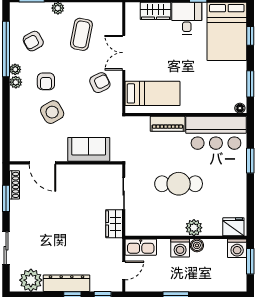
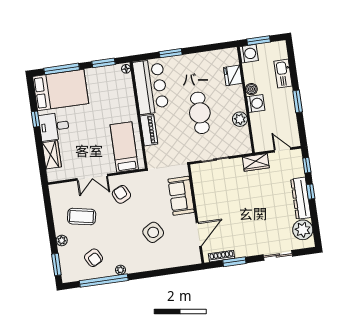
window: (250, 36) -> (62, 69), width x2.17
armchair: (46, 81) -> (127, 242), removed
plant: (16, 82) -> (132, 268), removed
wardrobe: (114, 224) -> (256, 162), moved
fridge: (233, 227) -> (233, 75), moved
plant: (194, 228) -> (240, 119), moved
kitchen sink: (141, 247) -> (283, 74), moved, turned 180

